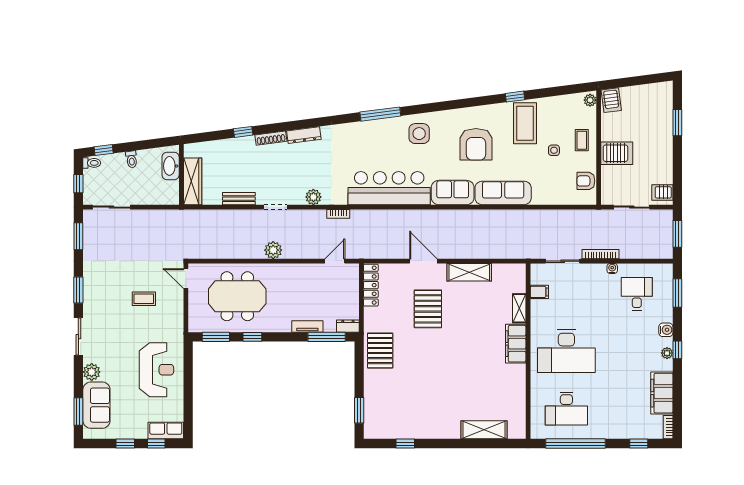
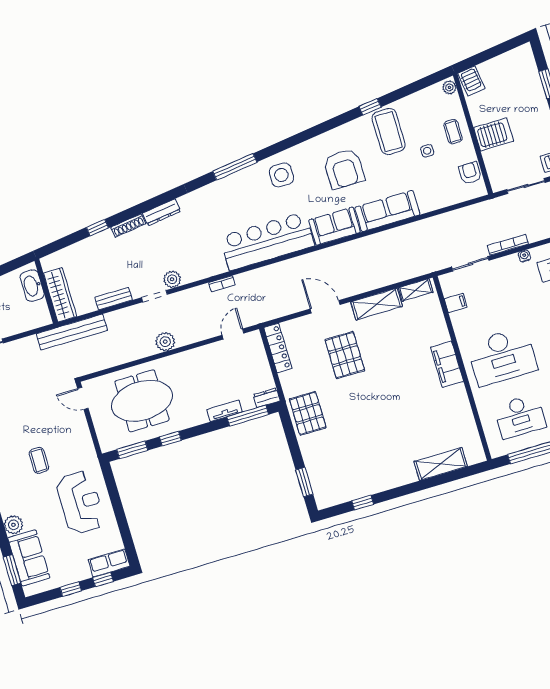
armchair: (586, 181) -> (470, 173), turned 90
plant: (313, 197) -> (172, 279), moved
bench: (193, 217) -> (72, 332), added
coffee table: (144, 299) -> (39, 460), moved, turned 90
shelving: (519, 308) -> (416, 290), moved, turned 90

